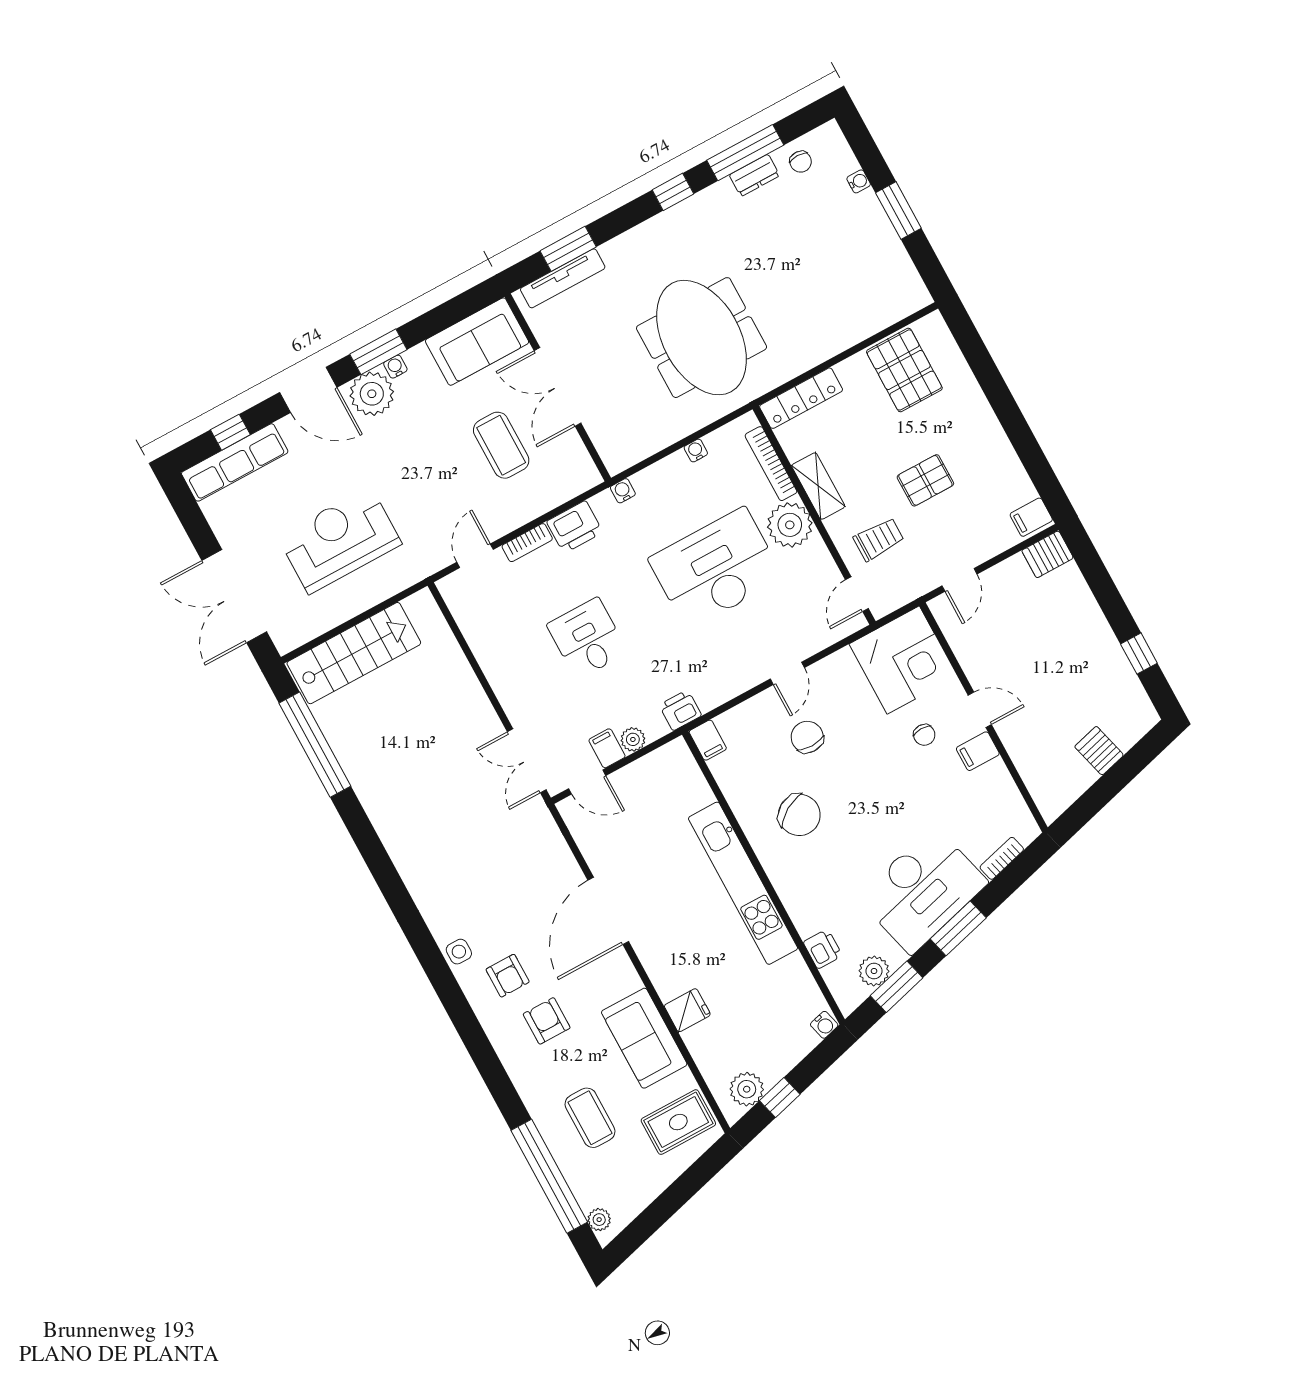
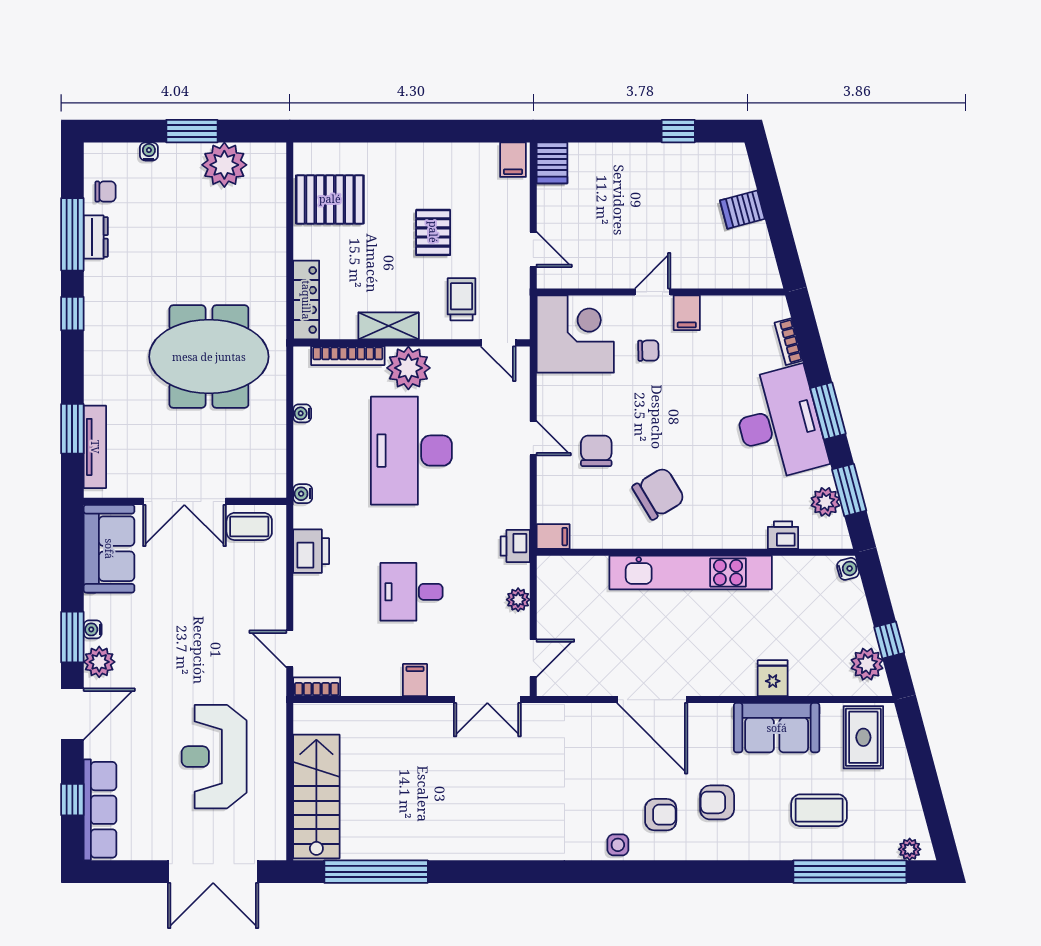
plant: (884, 257) -> (224, 165), added
plant: (372, 394) -> (99, 662), width x0.73, depth x0.73
coffee table: (501, 445) -> (249, 526), moved, width x0.73, depth x0.77
bookcase: (527, 543) -> (317, 687), moved, turned -90
chair: (807, 737) -> (596, 451), turned 90
filing cabinet: (607, 748) -> (415, 680), moved, turned 90

